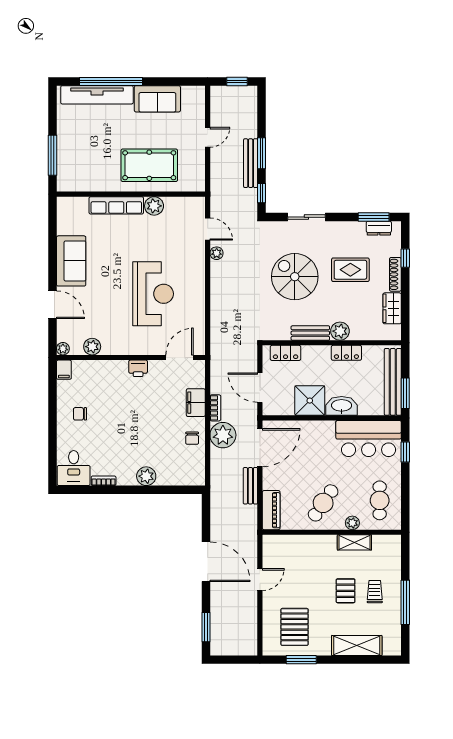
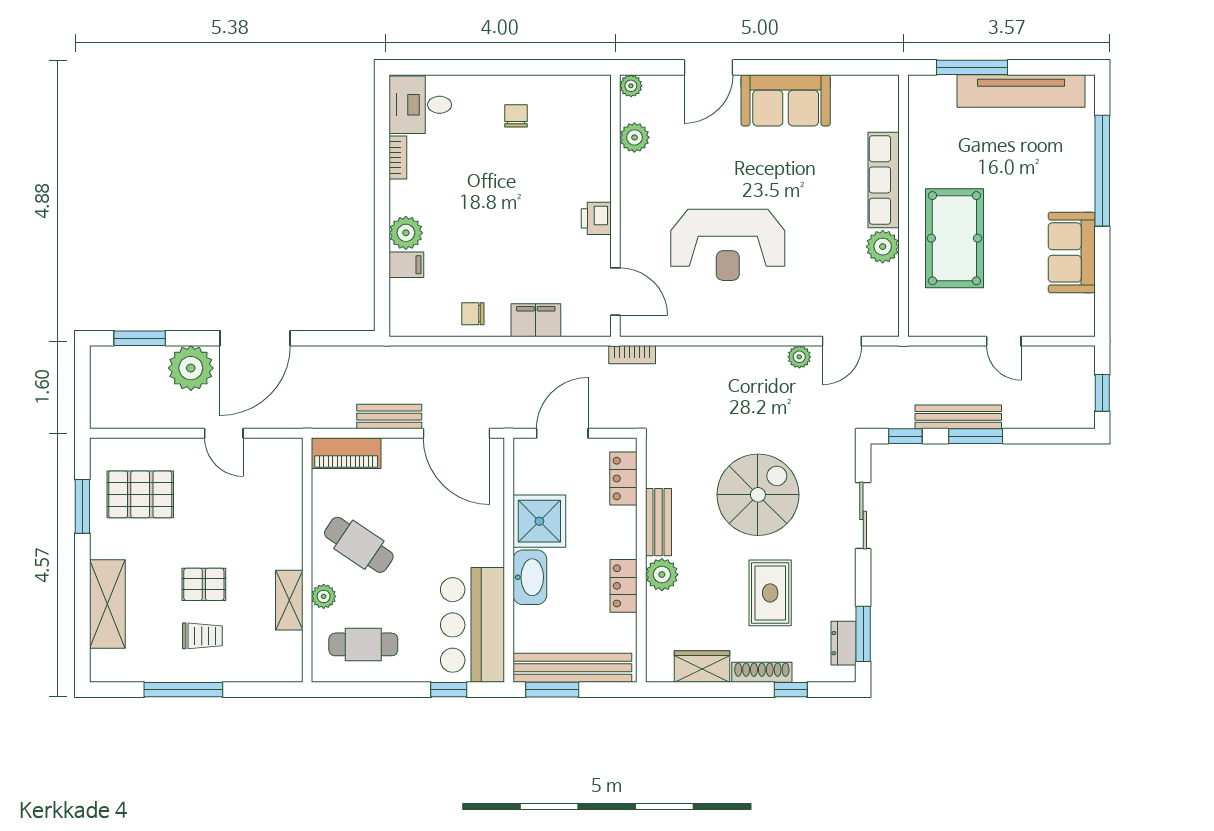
tv unit: (97, 95) -> (1021, 91), moved, turned -90
filing cabinet: (64, 370) -> (406, 265), moved, turned 180
bookcase: (215, 408) -> (632, 355), moved
plant: (223, 435) -> (191, 368), moved

